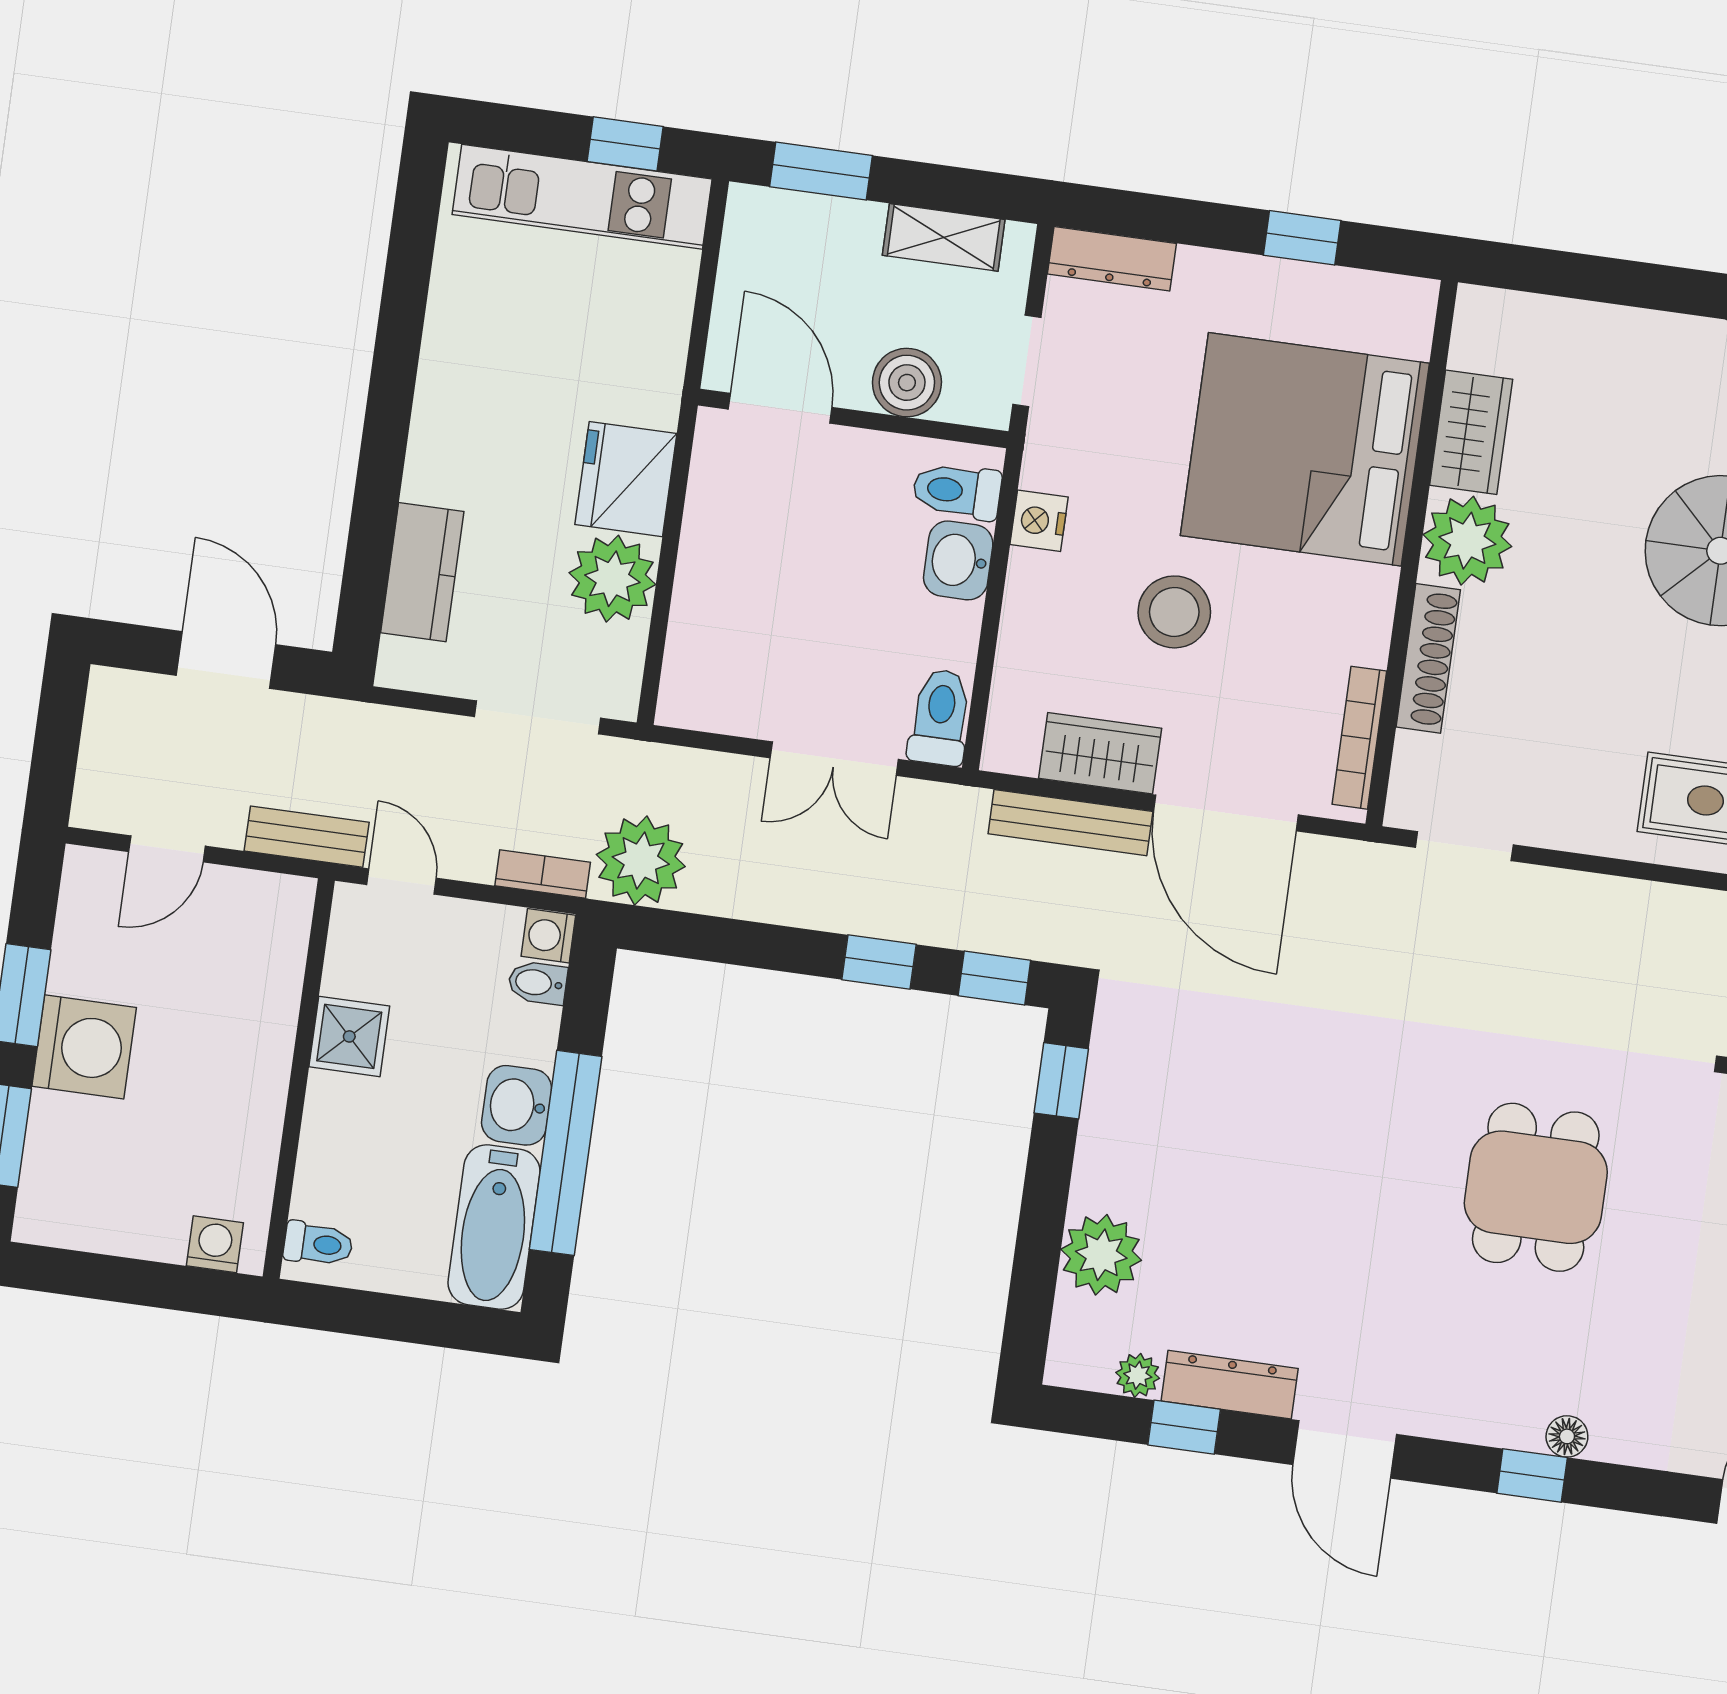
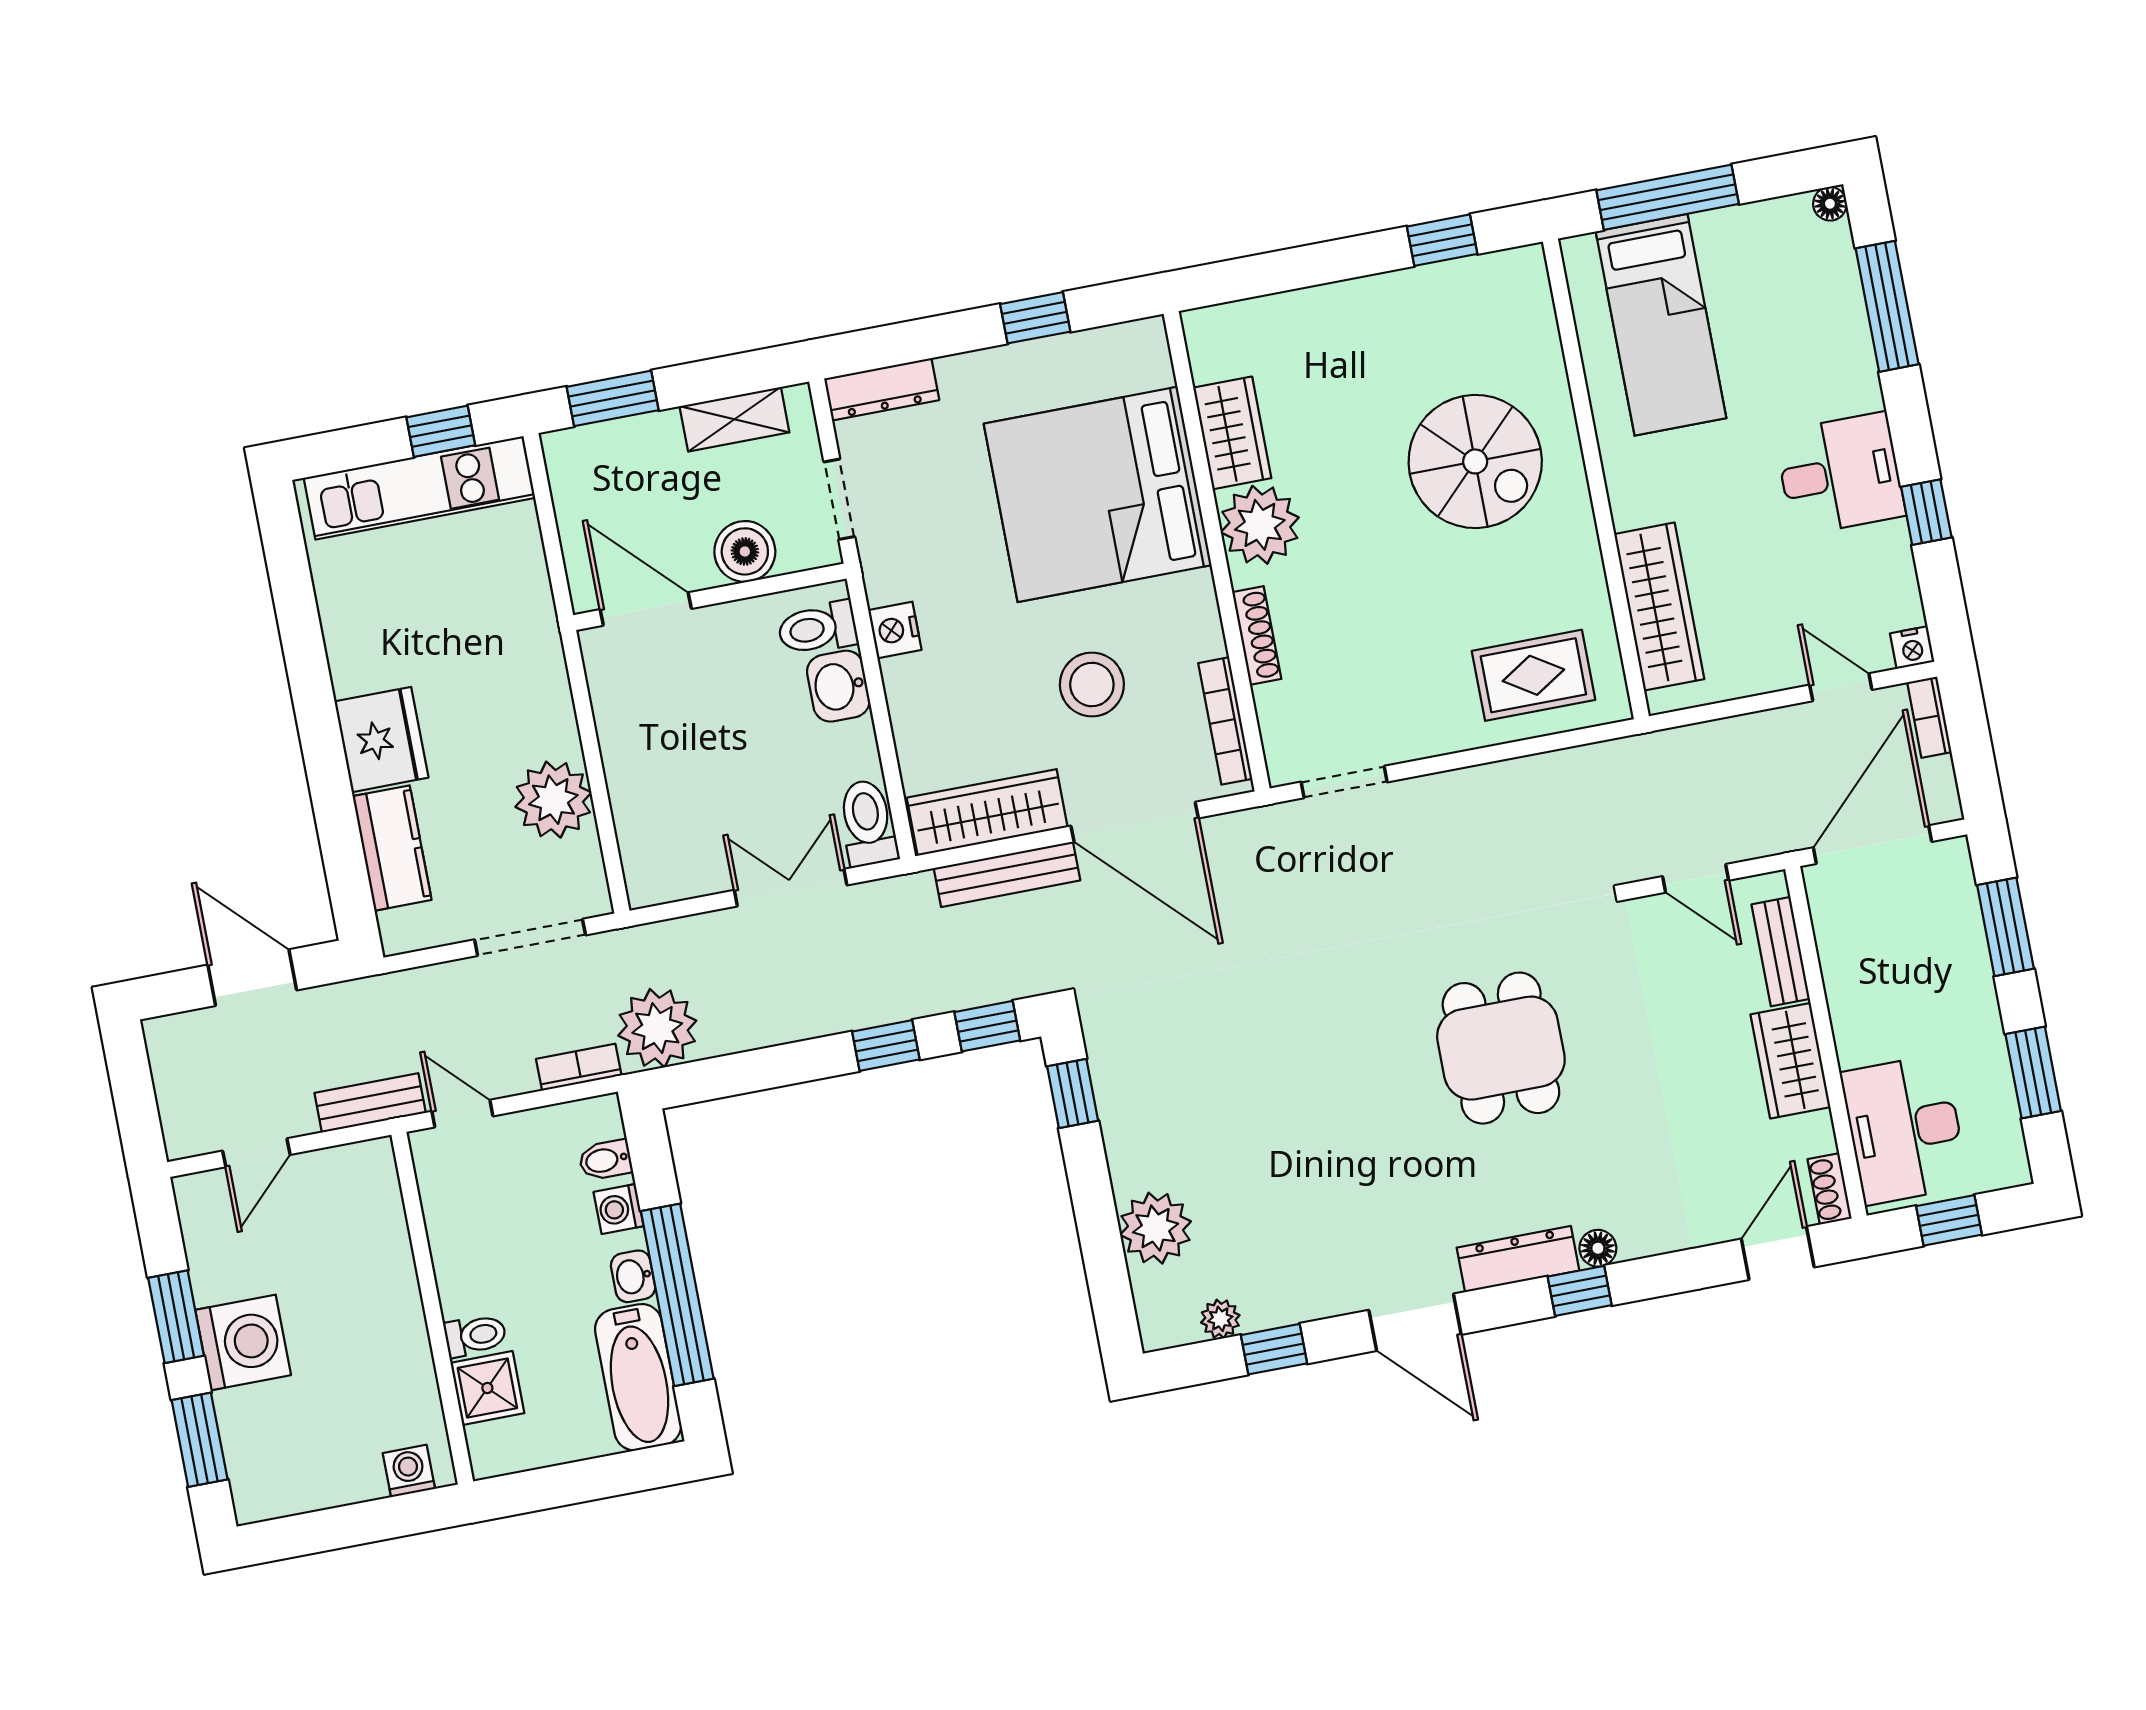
fridge: (626, 479) -> (381, 740), moved, turned 180
stool: (1174, 612) -> (1092, 684), moved
shoe rack: (1428, 658) -> (1257, 635), width x0.74, depth x0.81
wardrobe: (1100, 753) -> (987, 812), width x1.50
double door: (834, 759) -> (791, 888), swing flipped
washing machine: (548, 936) -> (619, 1209), moved
shower: (349, 1036) -> (487, 1388), moved
washbasin: (517, 1105) -> (633, 1276), width x0.72, depth x0.69
toilet: (318, 1244) -> (475, 1335), moved
dresser: (1230, 1385) -> (1518, 1259), moved

